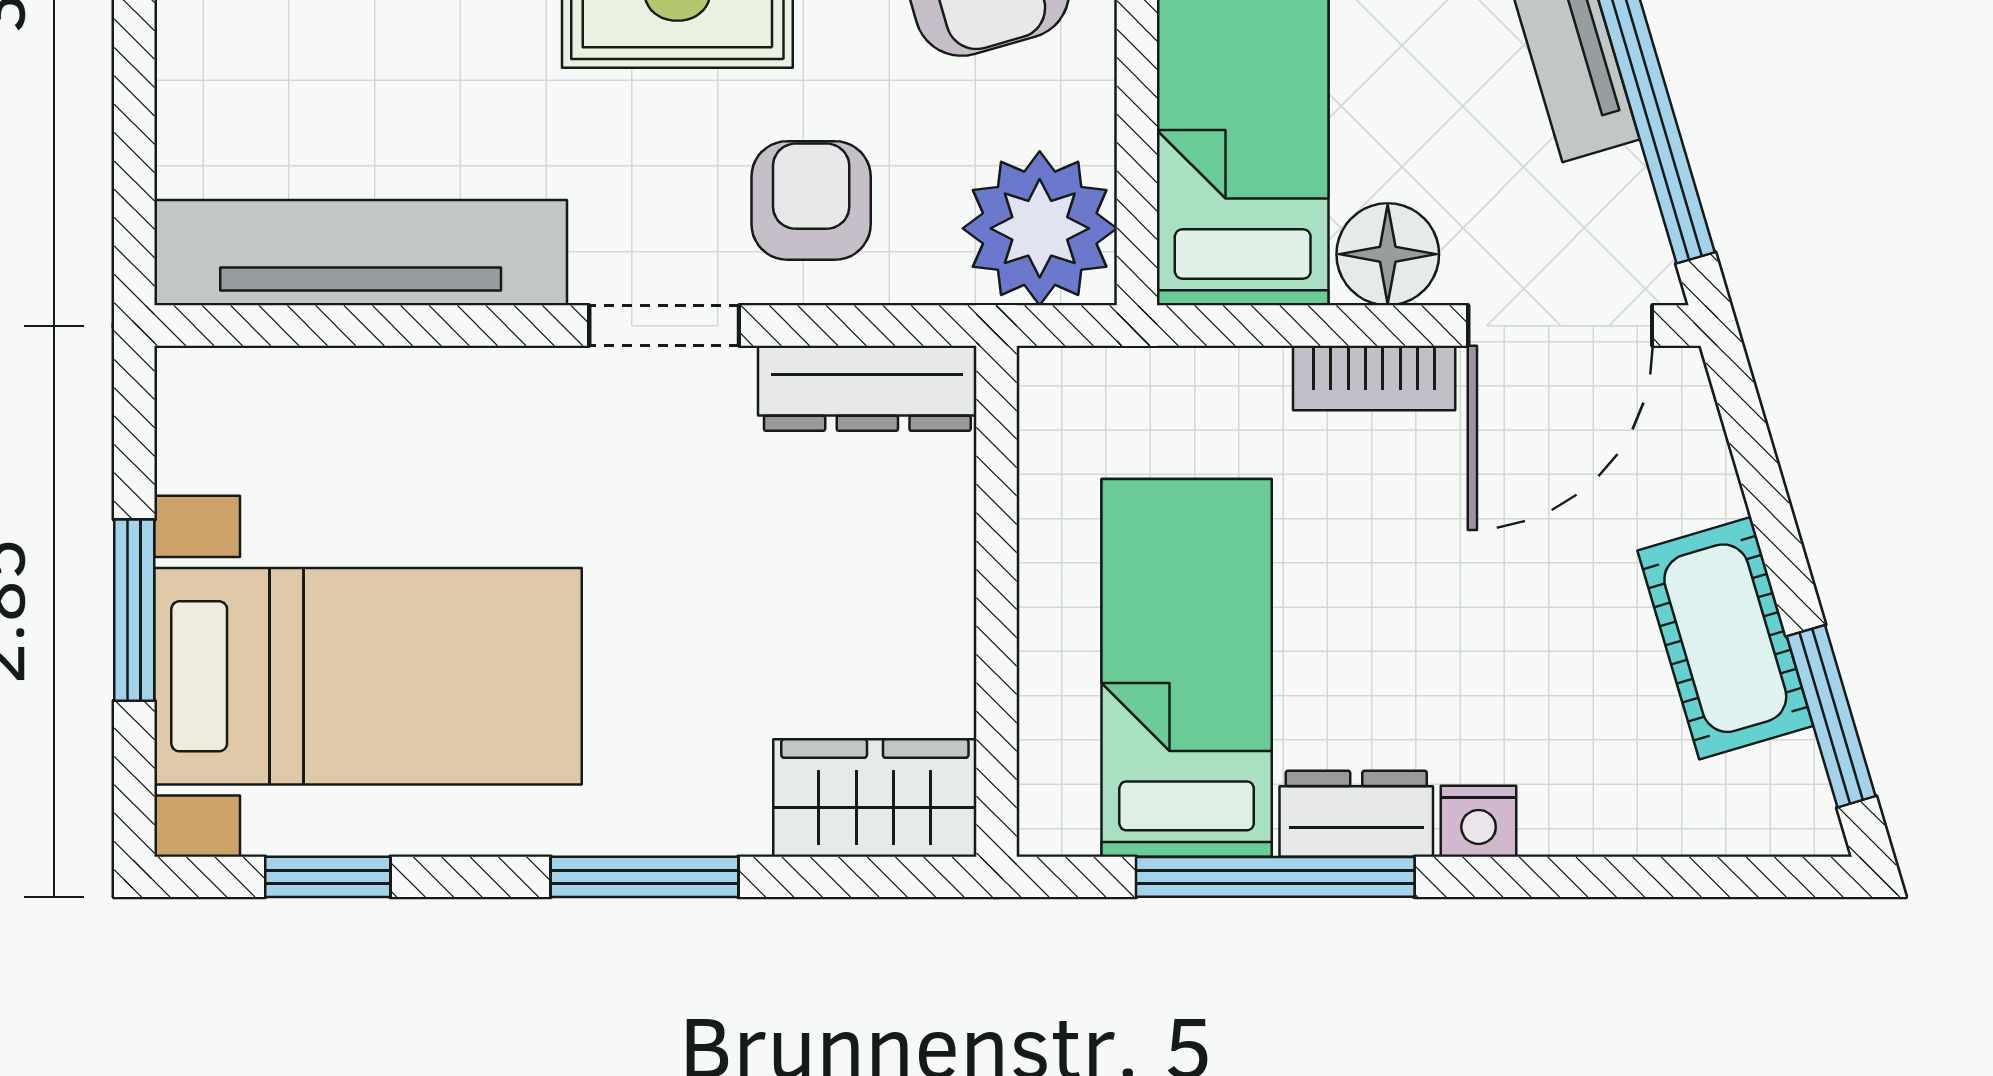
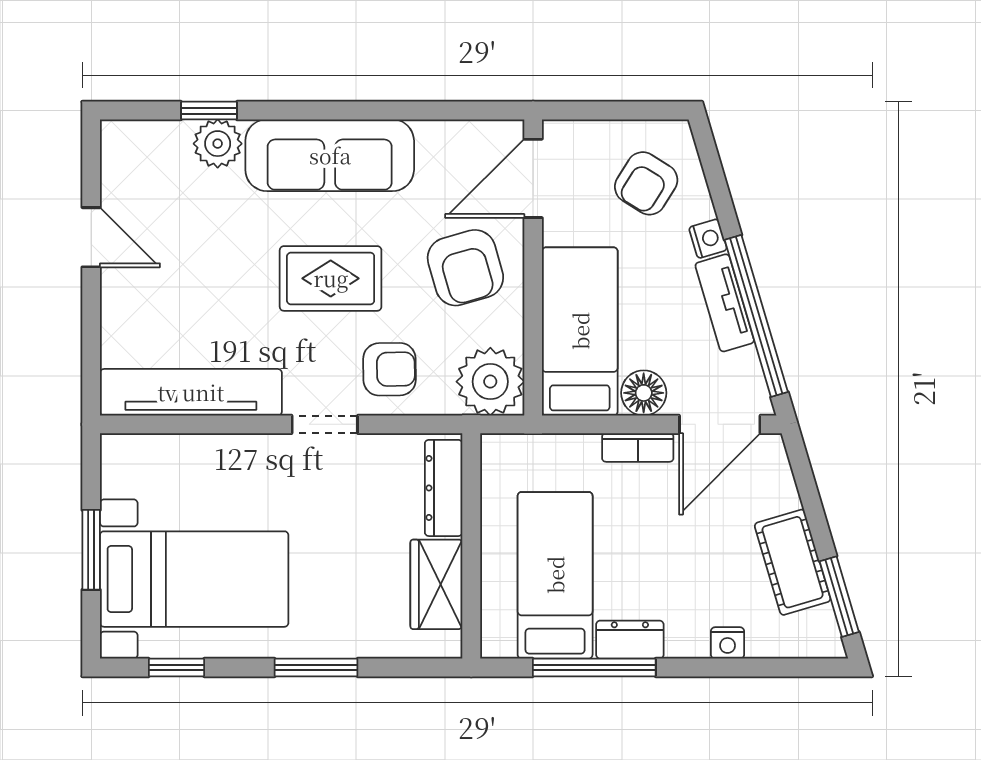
armchair: (811, 200) -> (390, 369), turned 89
dresser: (867, 388) -> (444, 488), moved, turned 90
wardrobe: (875, 798) -> (436, 584), moved, turned -90
nightstand: (1479, 821) -> (728, 643), moved

